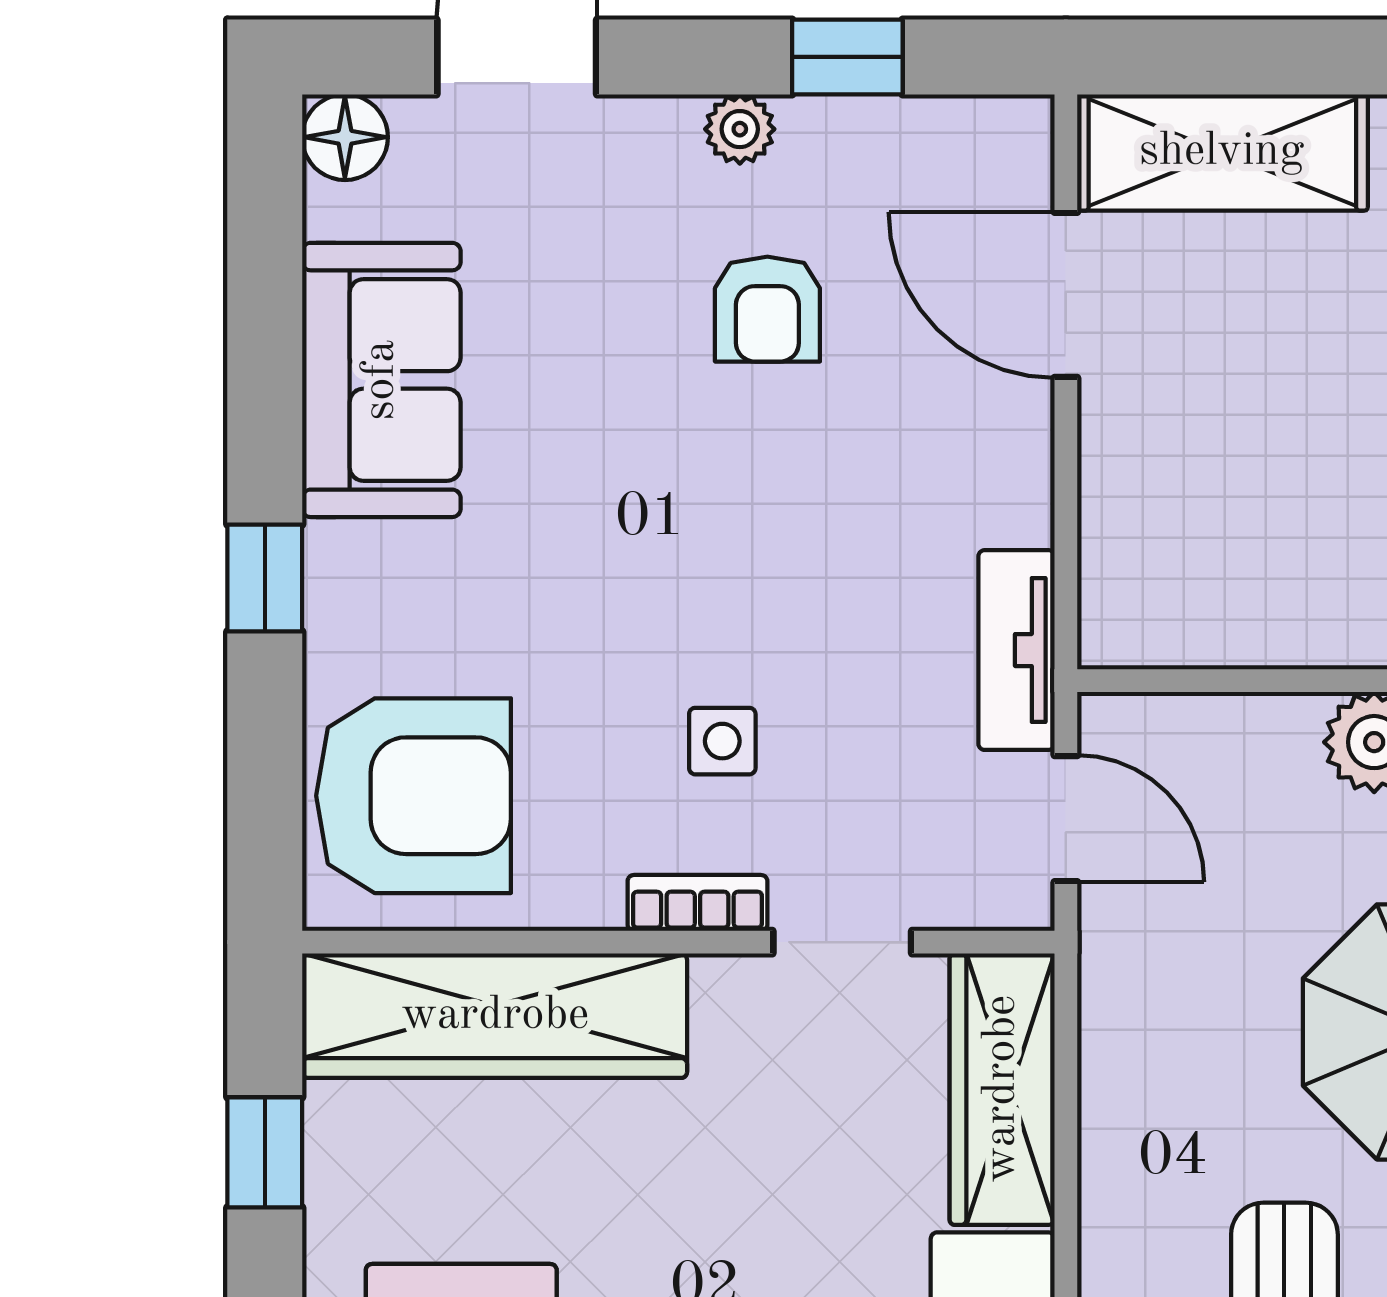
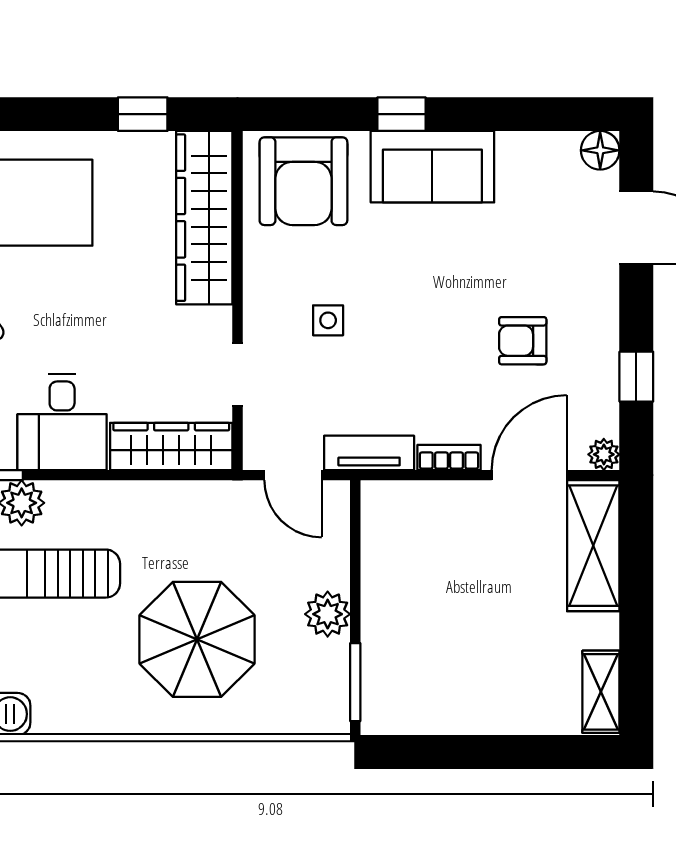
plant: (740, 129) -> (604, 454), moved
sofa: (381, 380) -> (432, 167), moved
door: (1066, 819) -> (293, 475), hinge flipped
bookcase: (697, 903) -> (449, 457), moved, turned -90

